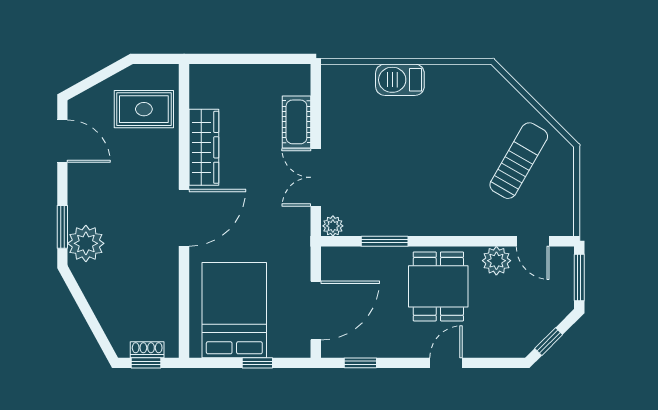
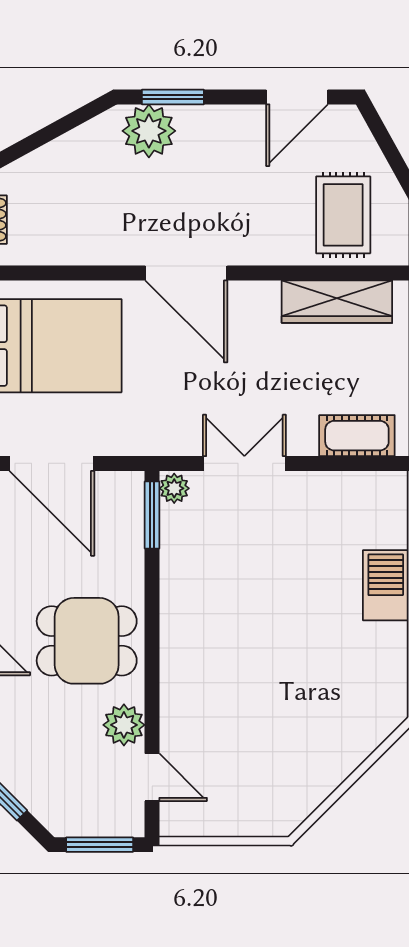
cot: (296, 122) -> (357, 436), moved
wardrobe: (204, 147) -> (337, 302), moved
sun lounger: (519, 161) -> (269, 757), removed
window: (385, 241) -> (152, 515), moved
door: (533, 241) -> (152, 777), swing flipped

